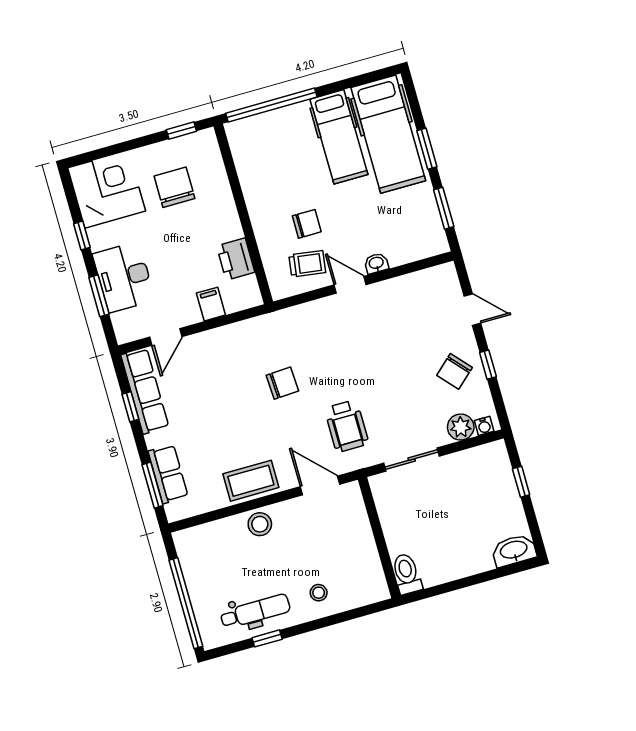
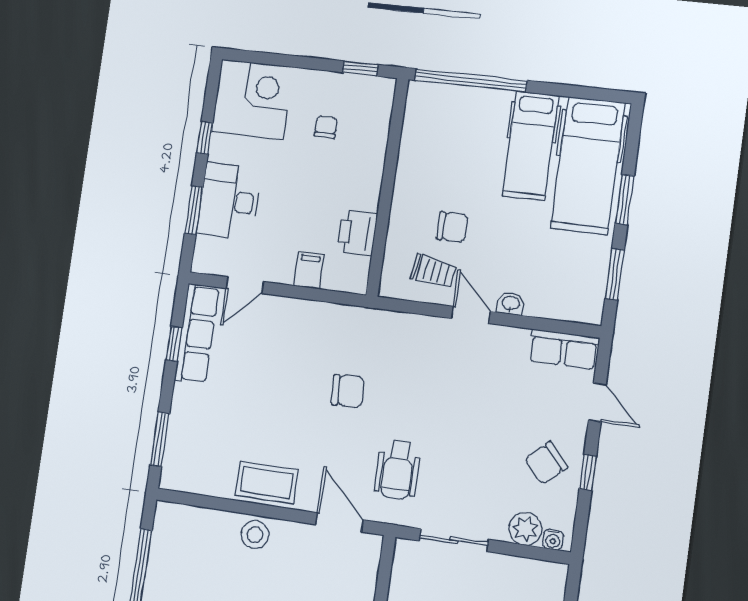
chair: (175, 187) -> (326, 127), width x0.54, depth x0.54
row of seats: (168, 474) -> (564, 349), moved, turned 90

